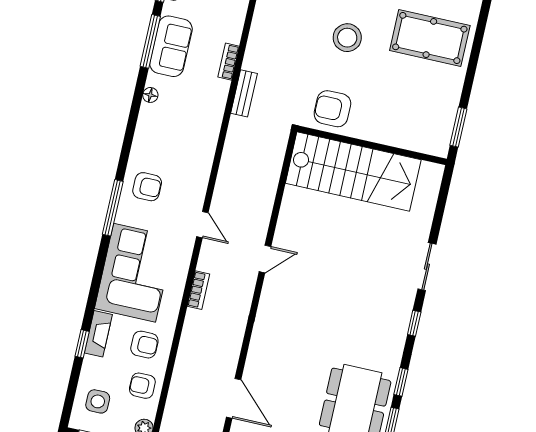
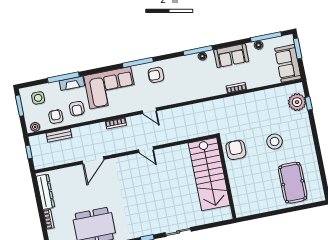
window: (150, 41) -> (198, 50), moved
bench: (244, 93) -> (59, 135), moved
window: (458, 127) -> (255, 217), removed
armchair: (147, 187) -> (156, 75), turned 90
door: (202, 225) -> (149, 111), hinge flipped
window: (82, 344) -> (63, 77), width x2.17
door: (234, 398) -> (93, 160), moved

